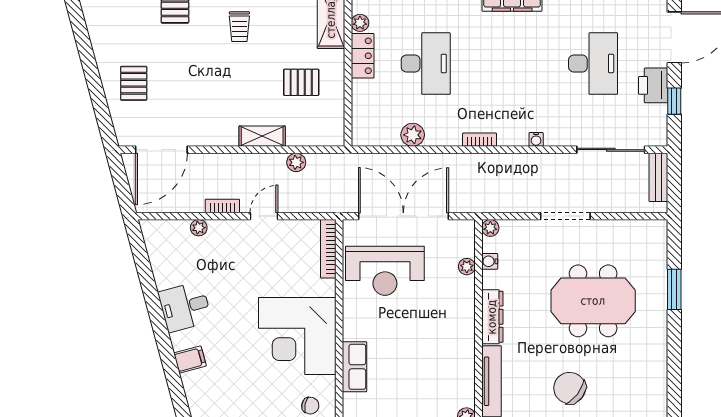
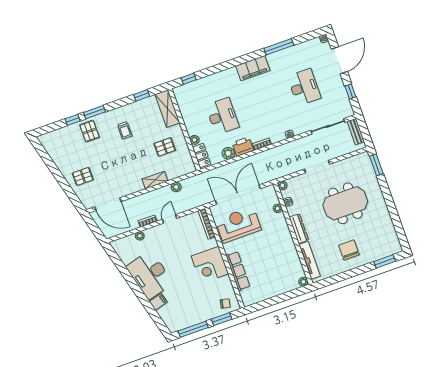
plant: (360, 23) -> (194, 140), moved
locker: (363, 56) -> (201, 156), moved
pallet: (134, 83) -> (83, 176), turned 90
printer: (653, 85) -> (243, 147), moved, turned 90
door: (161, 150) -> (108, 204), hinge flipped
reception desk: (385, 271) -> (238, 225), turned 180
window: (674, 289) -> (376, 165), moved
desk: (185, 307) -> (150, 275), width x1.87, depth x1.30
corner desk: (297, 336) -> (210, 265), width x0.74, depth x0.74
row of seats: (354, 367) -> (238, 271), width x1.48
chair: (570, 388) -> (349, 250), turned 53

